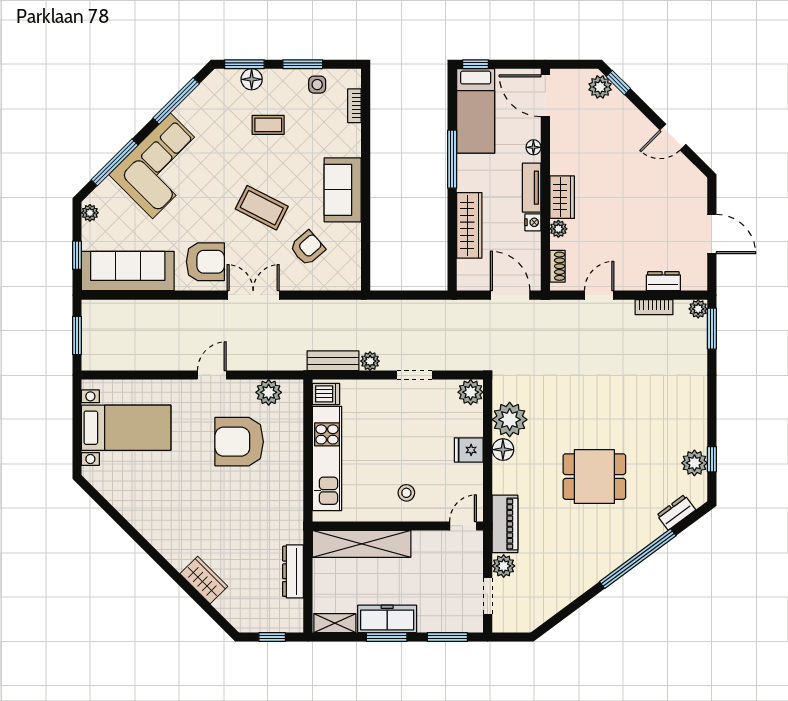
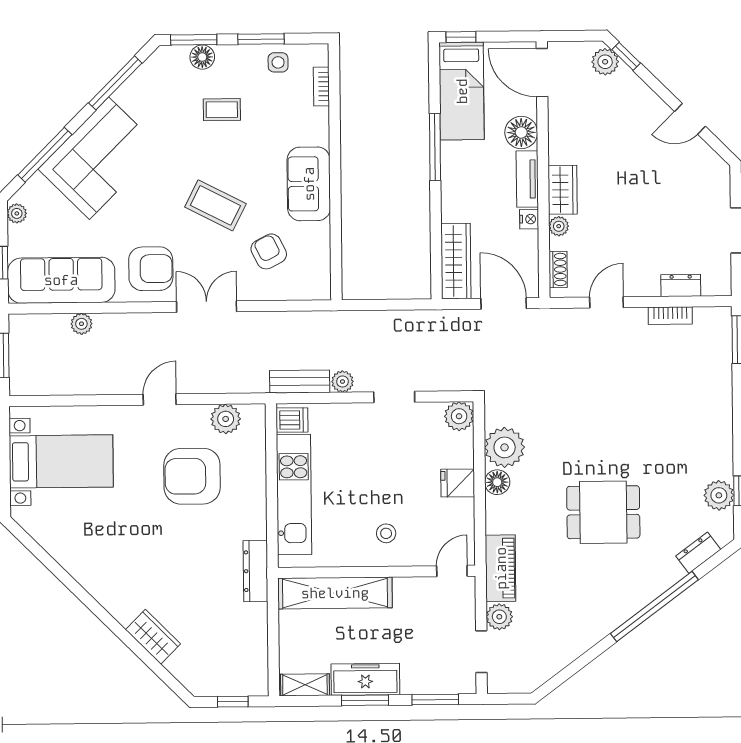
floor lamp: (533, 147) -> (521, 132), width x1.89, depth x1.89
wardrobe: (469, 225) -> (456, 261), moved
armchair: (307, 248) -> (269, 251), turned -76
plant: (698, 309) -> (81, 324), moved
dresser: (293, 571) -> (255, 571), moved

